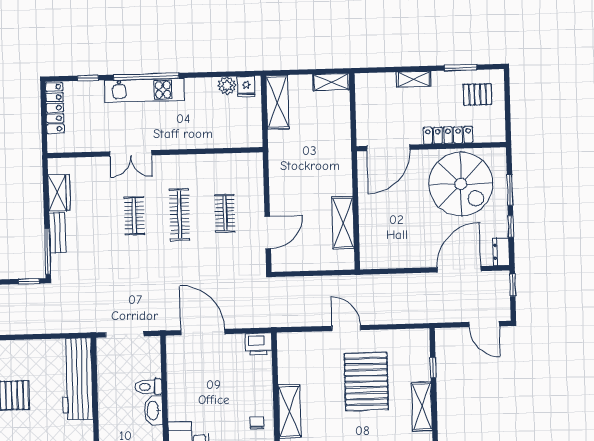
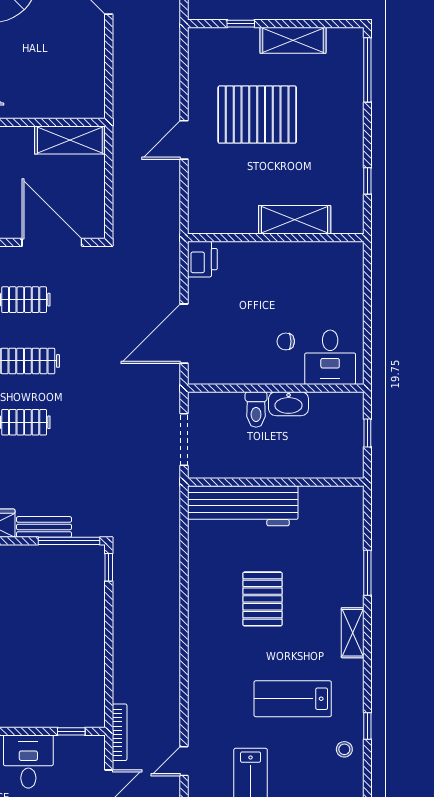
shelving: (343, 223) -> (70, 140), moved
door: (268, 233) -> (52, 242), width x1.36
chair: (257, 423) -> (286, 341), moved

